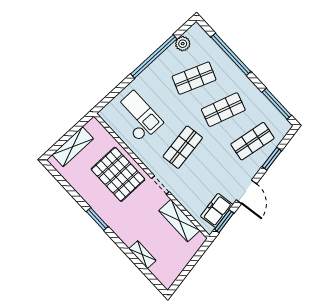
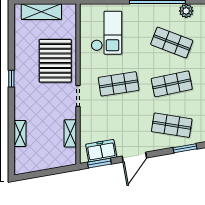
shop shelf: (223, 110) -> (172, 84), turned -30
window: (272, 159) -> (185, 148), moved
window: (97, 219) -> (11, 79), width x0.67
shelving: (179, 221) -> (70, 133), width x0.67, depth x0.75

